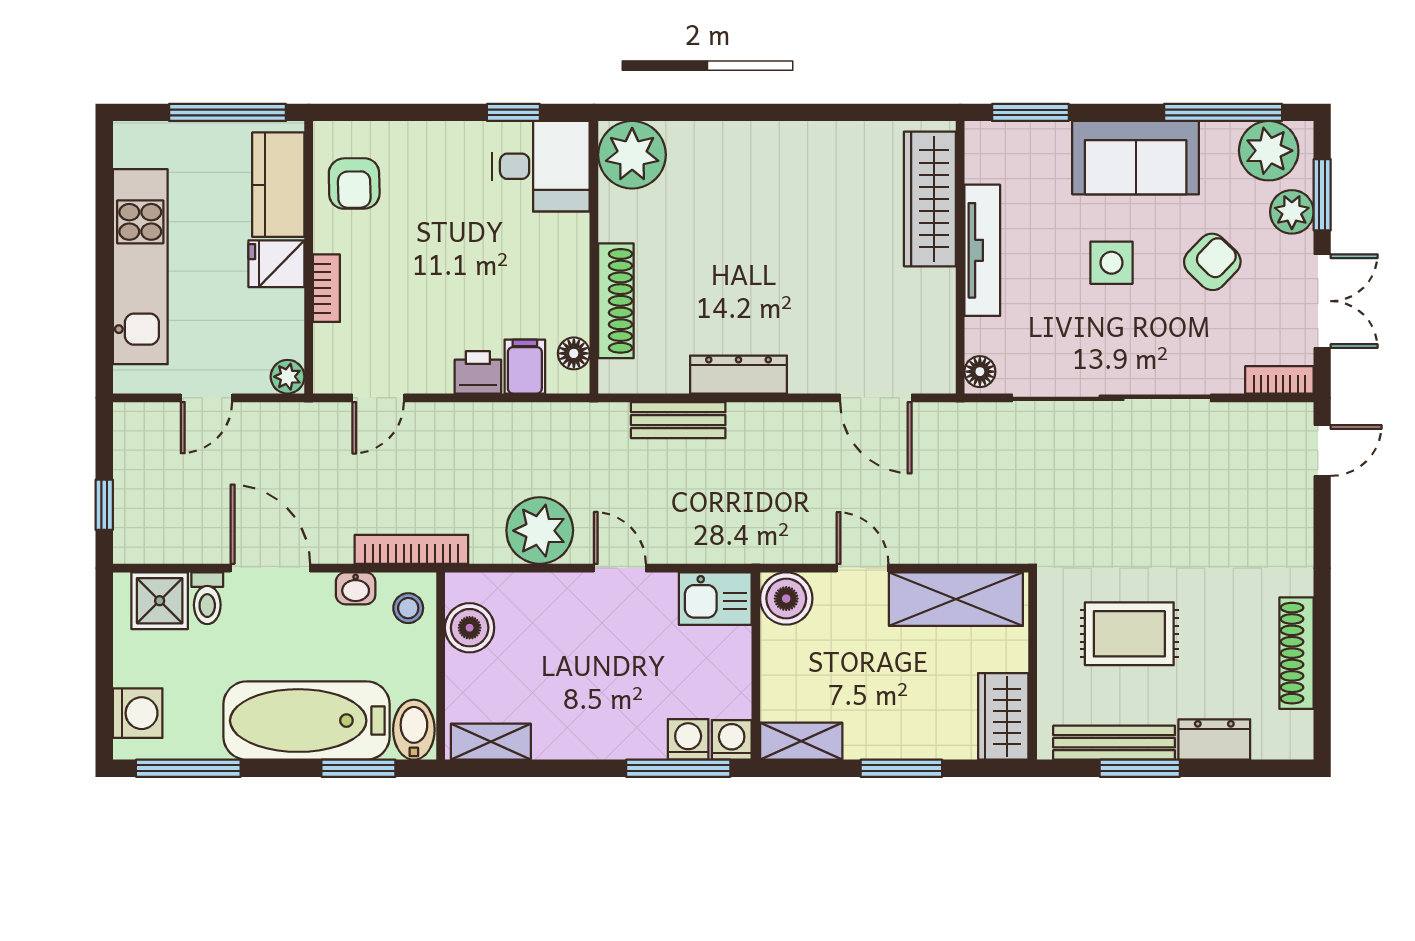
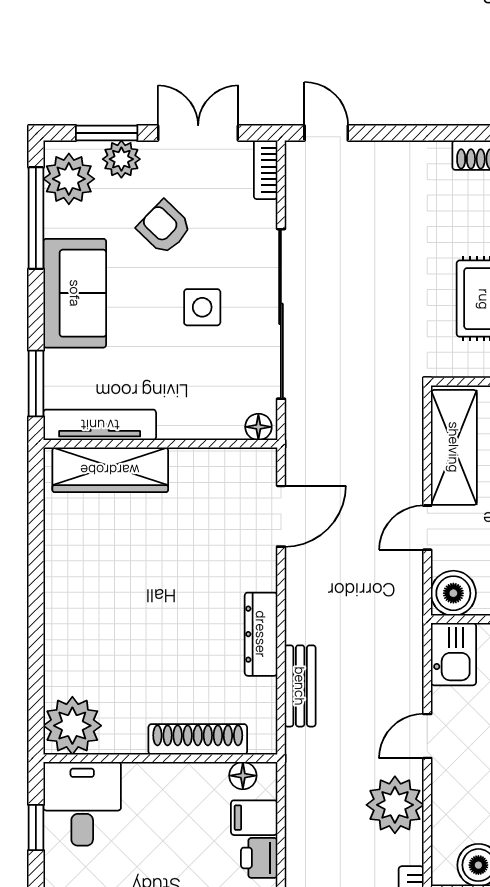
tv unit: (982, 250) -> (100, 425), moved
side table: (1112, 263) -> (202, 307), moved

